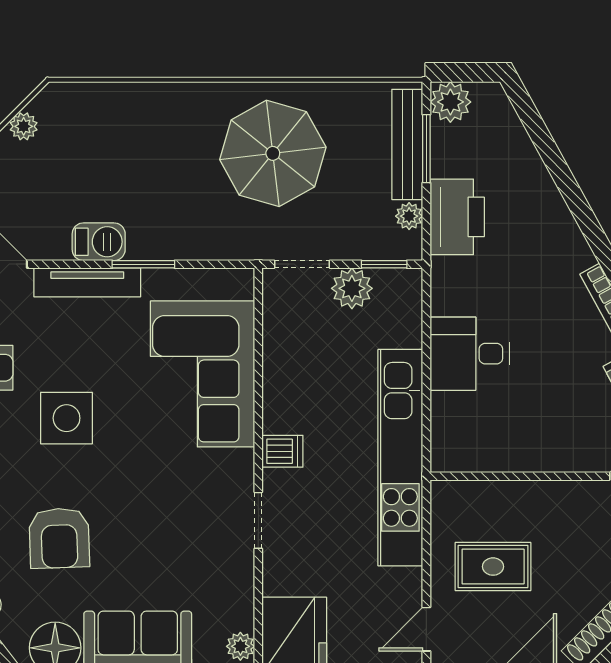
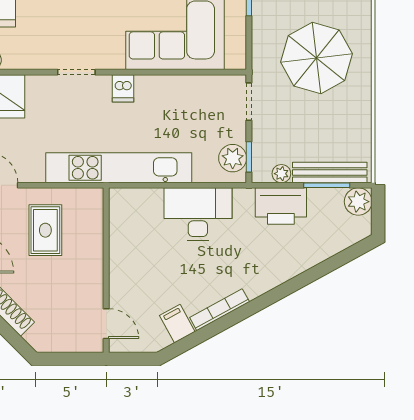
parasol: (273, 153) -> (317, 58), moved
plant: (352, 288) -> (233, 158), moved
desk: (470, 354) -> (198, 214), width x1.37

